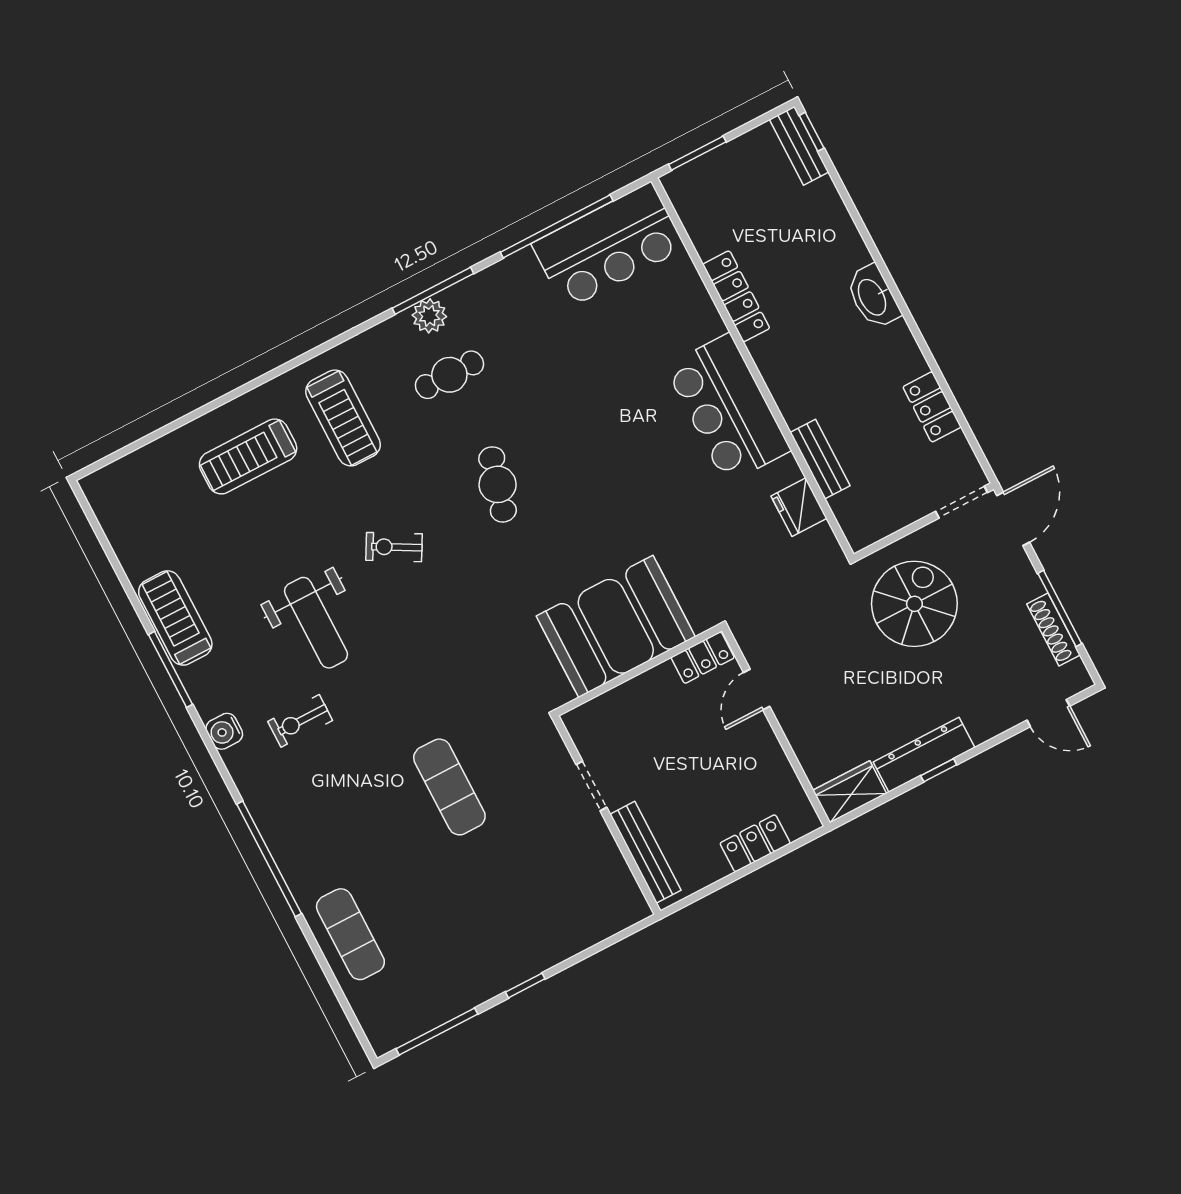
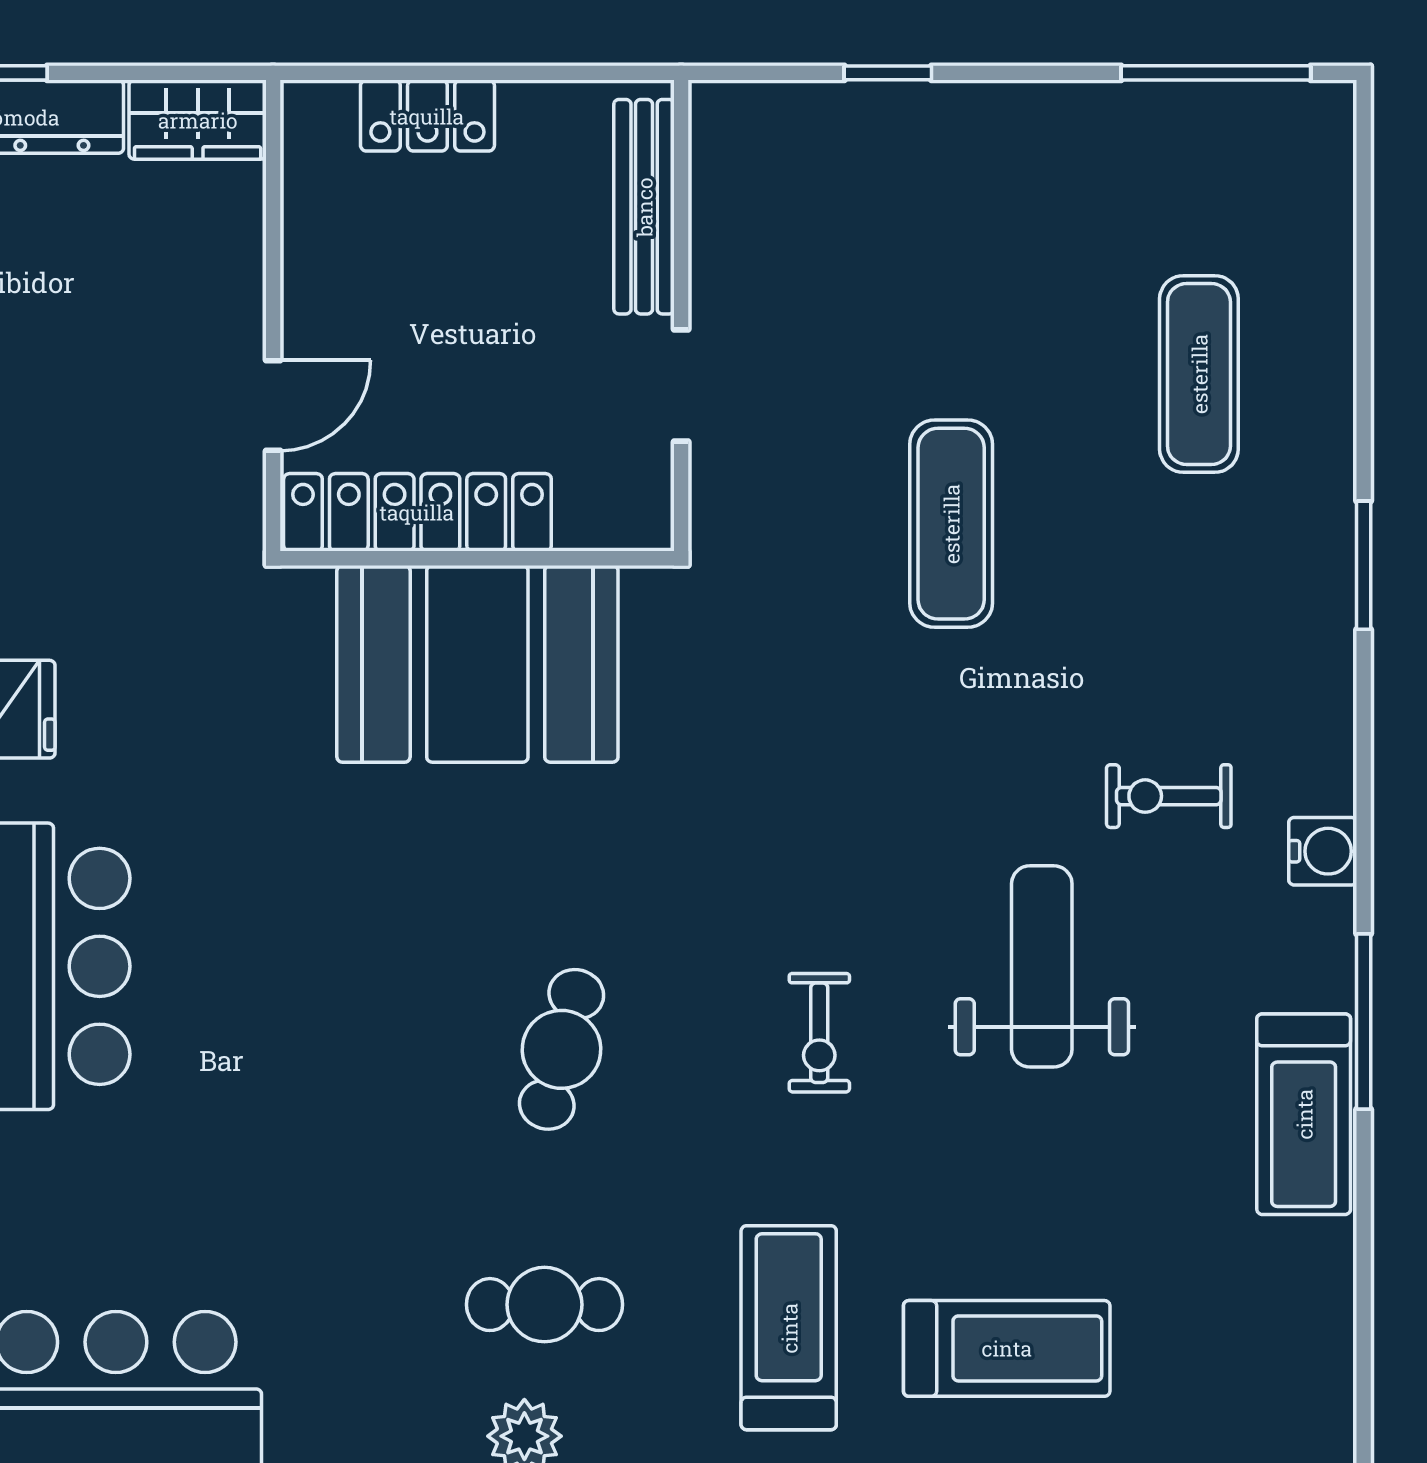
exercise bike: (394, 547) -> (819, 1033), turned 61
locker: (703, 658) -> (417, 512), width x2.16, depth x1.21
exercise bike: (300, 721) -> (1169, 796), turned 180
window: (269, 859) -> (1364, 565), width x0.47
exercise mat: (350, 934) -> (1199, 374), moved
window: (525, 985) -> (888, 73), moved

